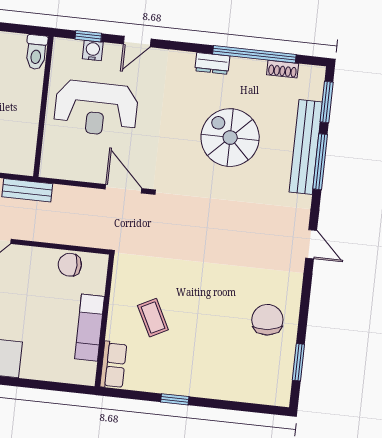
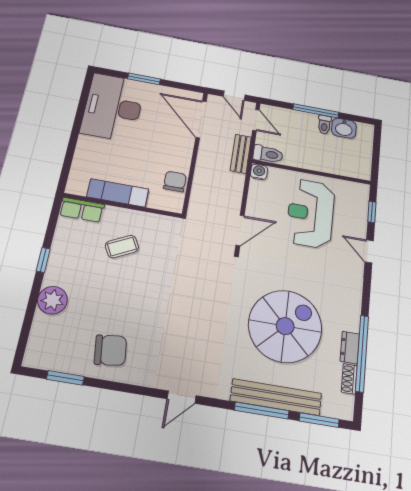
water cooler: (93, 51) -> (259, 172), moved, turned -90
toilet: (36, 52) -> (268, 154), moved, turned 180
dresser: (212, 63) -> (350, 348), moved
spiral stairs: (230, 138) -> (285, 326), width x1.37, depth x1.37
plant: (218, 384) -> (52, 300), added

